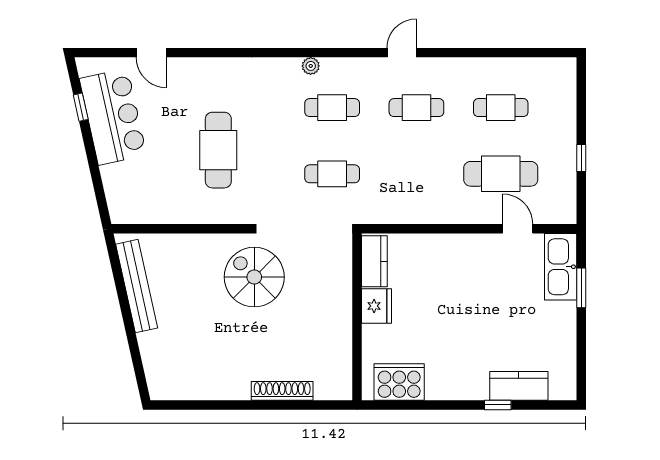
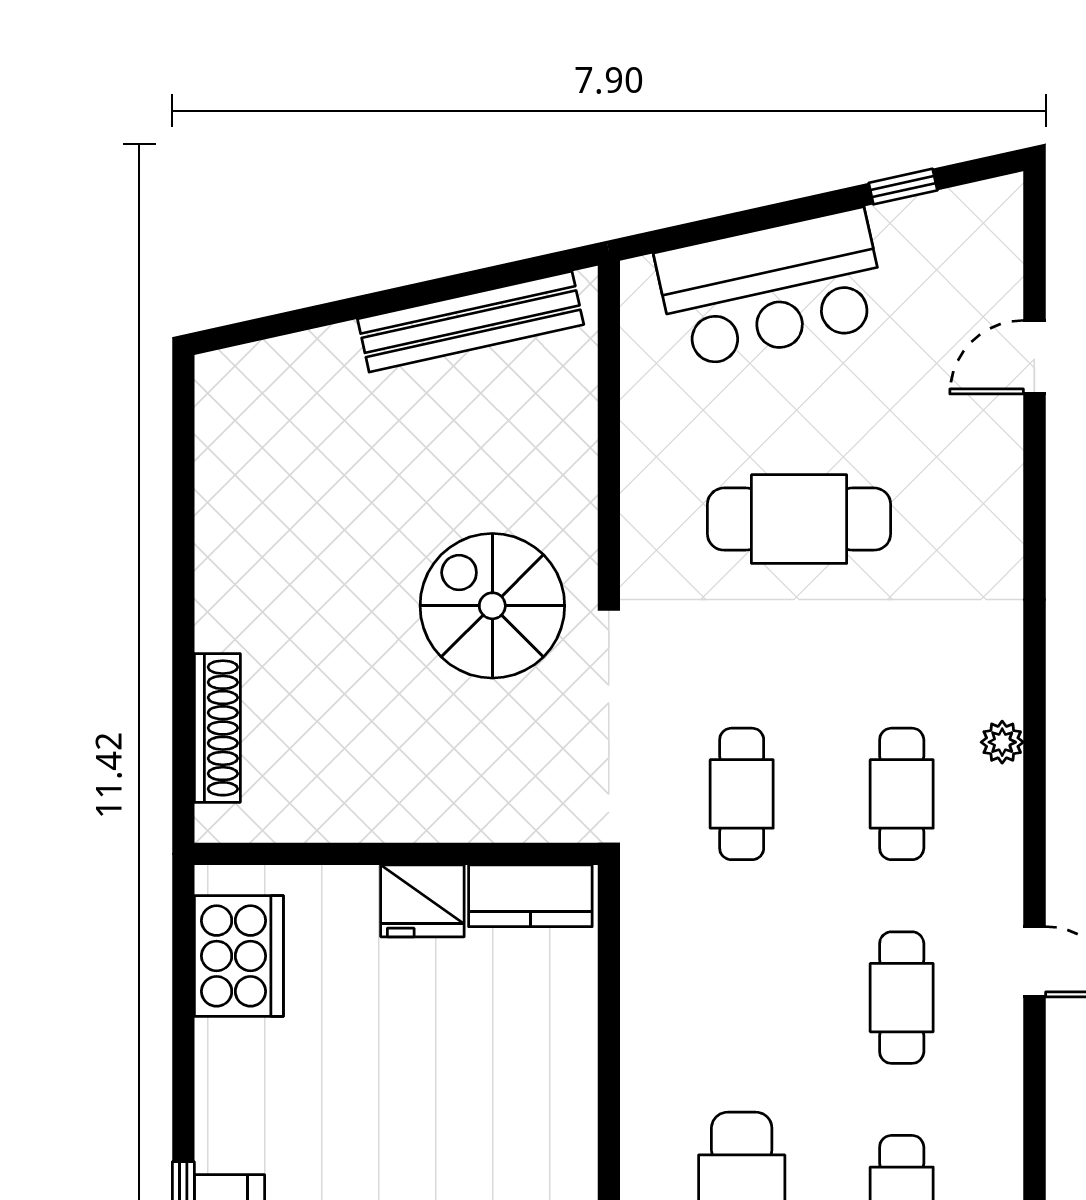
bar counter: (113, 117) -> (772, 288), moved
spiral stairs: (254, 277) -> (492, 606), turned -90
shoe rack: (282, 391) -> (217, 728), moved

